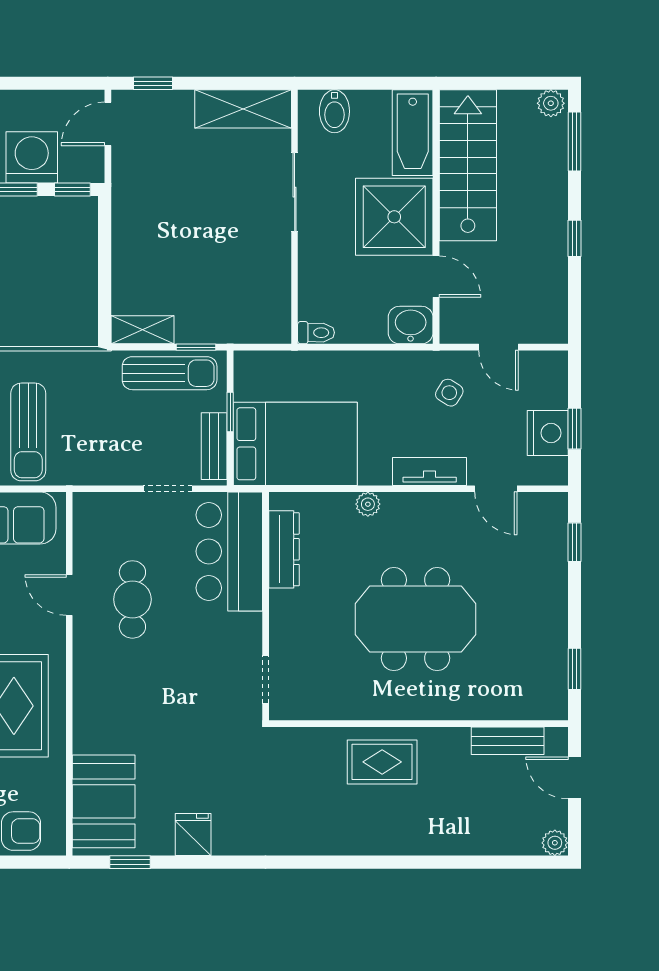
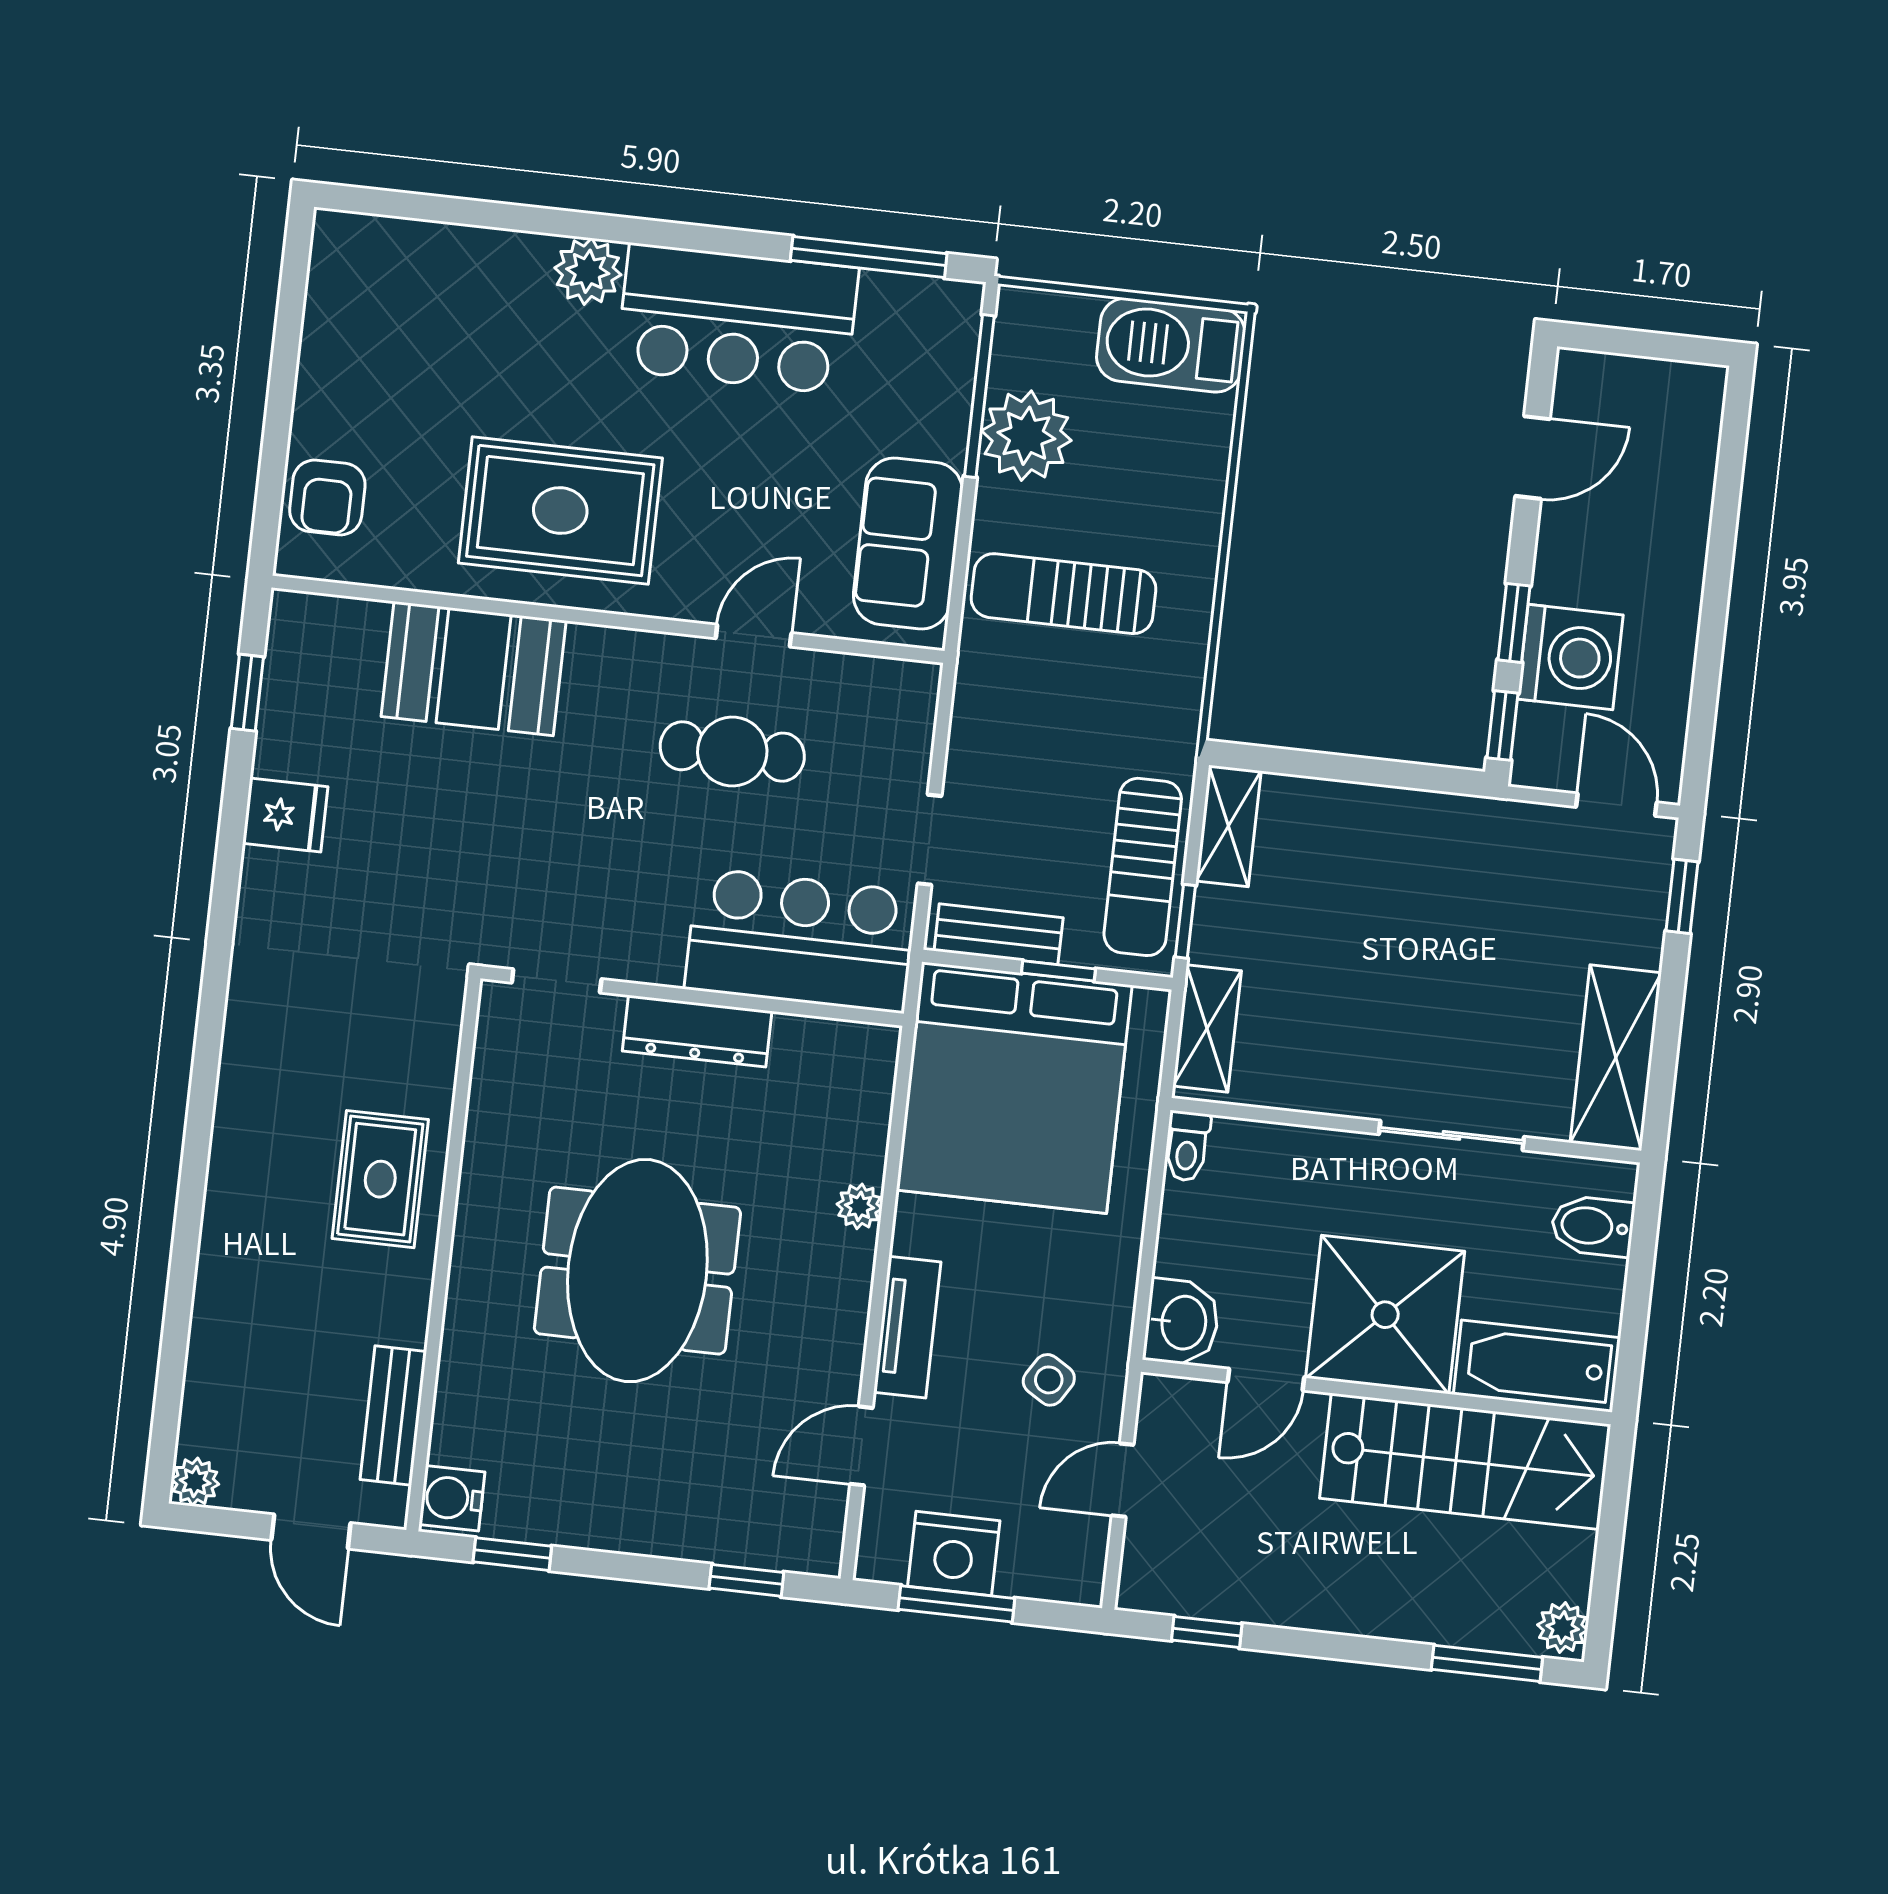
window: (575, 238) -> (1207, 1632), moved
shelving: (252, 329) -> (1207, 1028), added
window: (575, 429) -> (956, 1604), width x1.50
bed: (295, 444) -> (1014, 1088), width x1.36
dresser: (284, 549) -> (697, 1031), moved
water cooler: (548, 704) -> (452, 1498), added
door: (575, 778) -> (311, 1532), swing flipped
booth: (104, 801) -> (474, 669), moved

